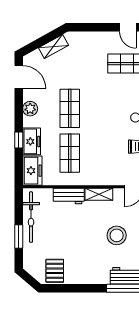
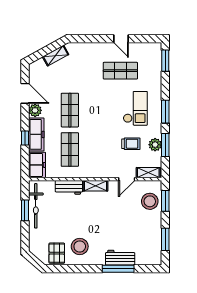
door: (19, 77) -> (25, 93), moved
freezer: (32, 141) -> (36, 134), width x1.40
stool: (117, 235) -> (80, 246), moved
window: (19, 236) -> (25, 210), moved

